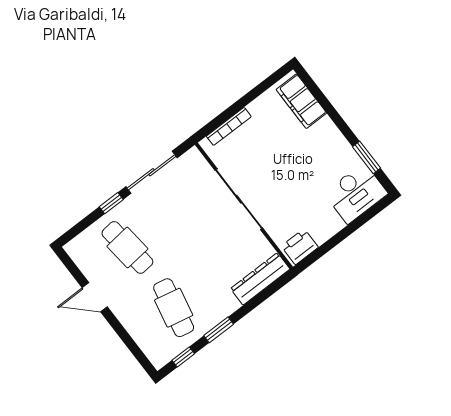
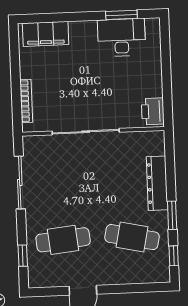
desk: (356, 193) -> (121, 38), moved, turned -90
window: (111, 203) -> (23, 256), moved
dresser: (260, 279) -> (157, 183), moved

